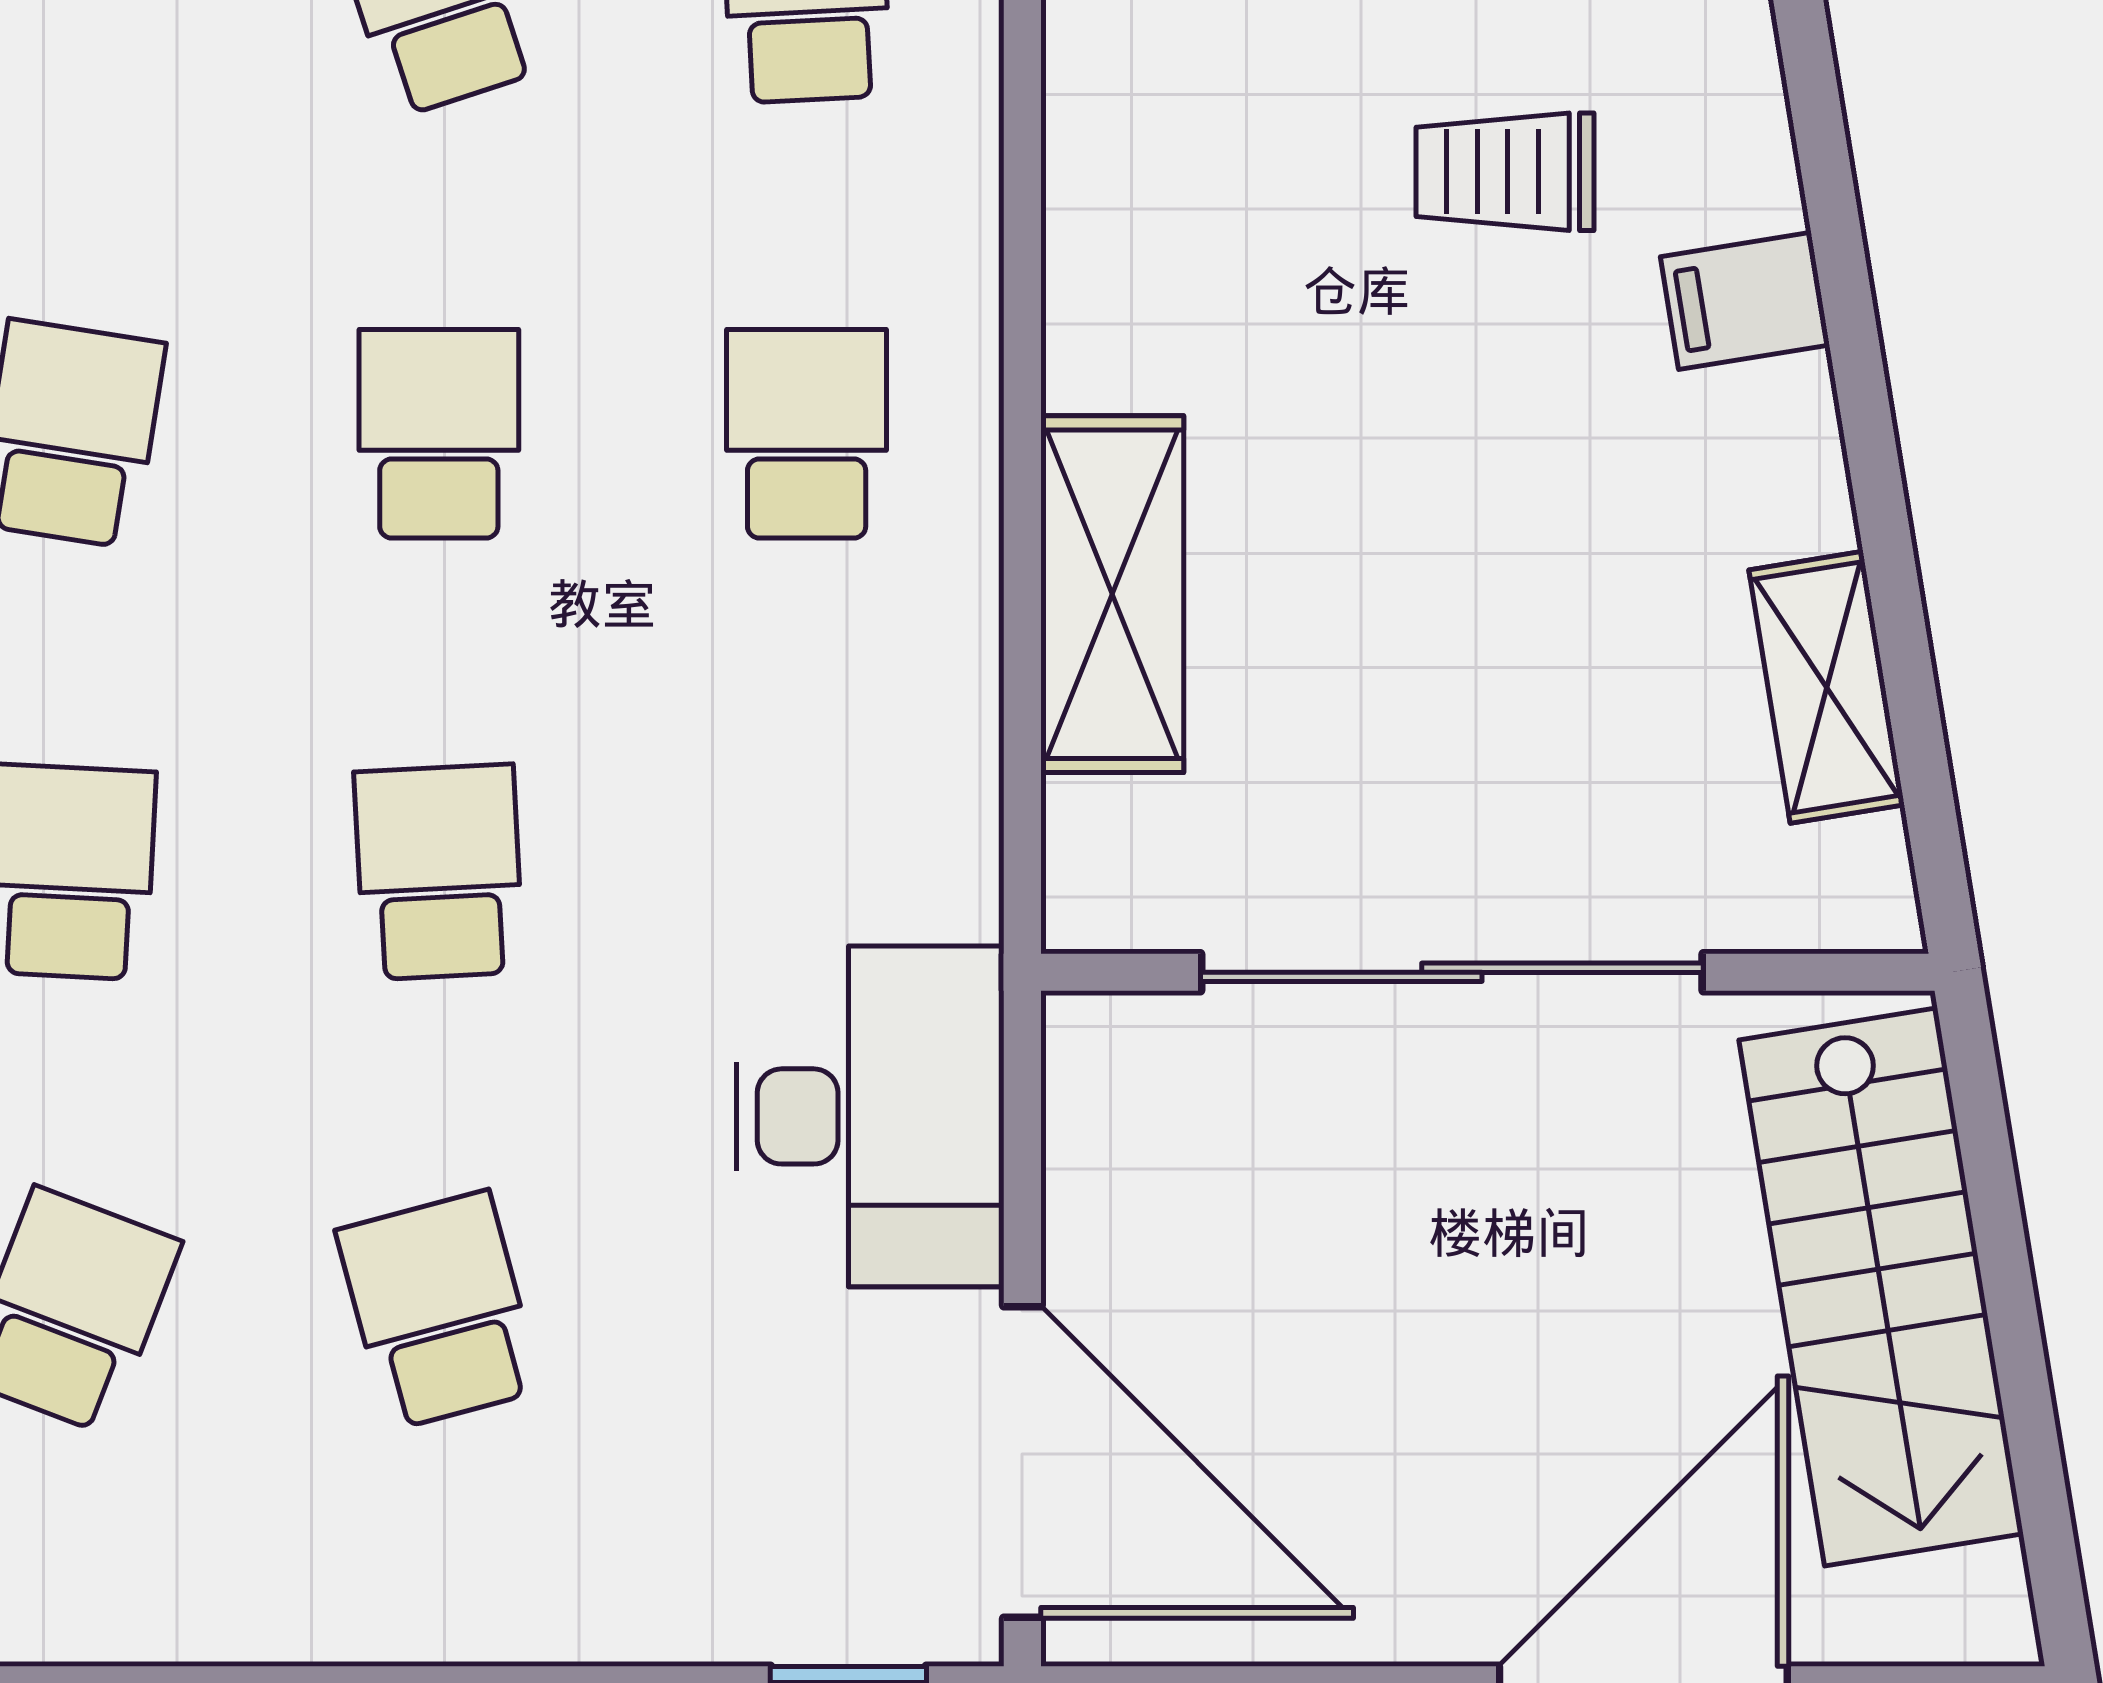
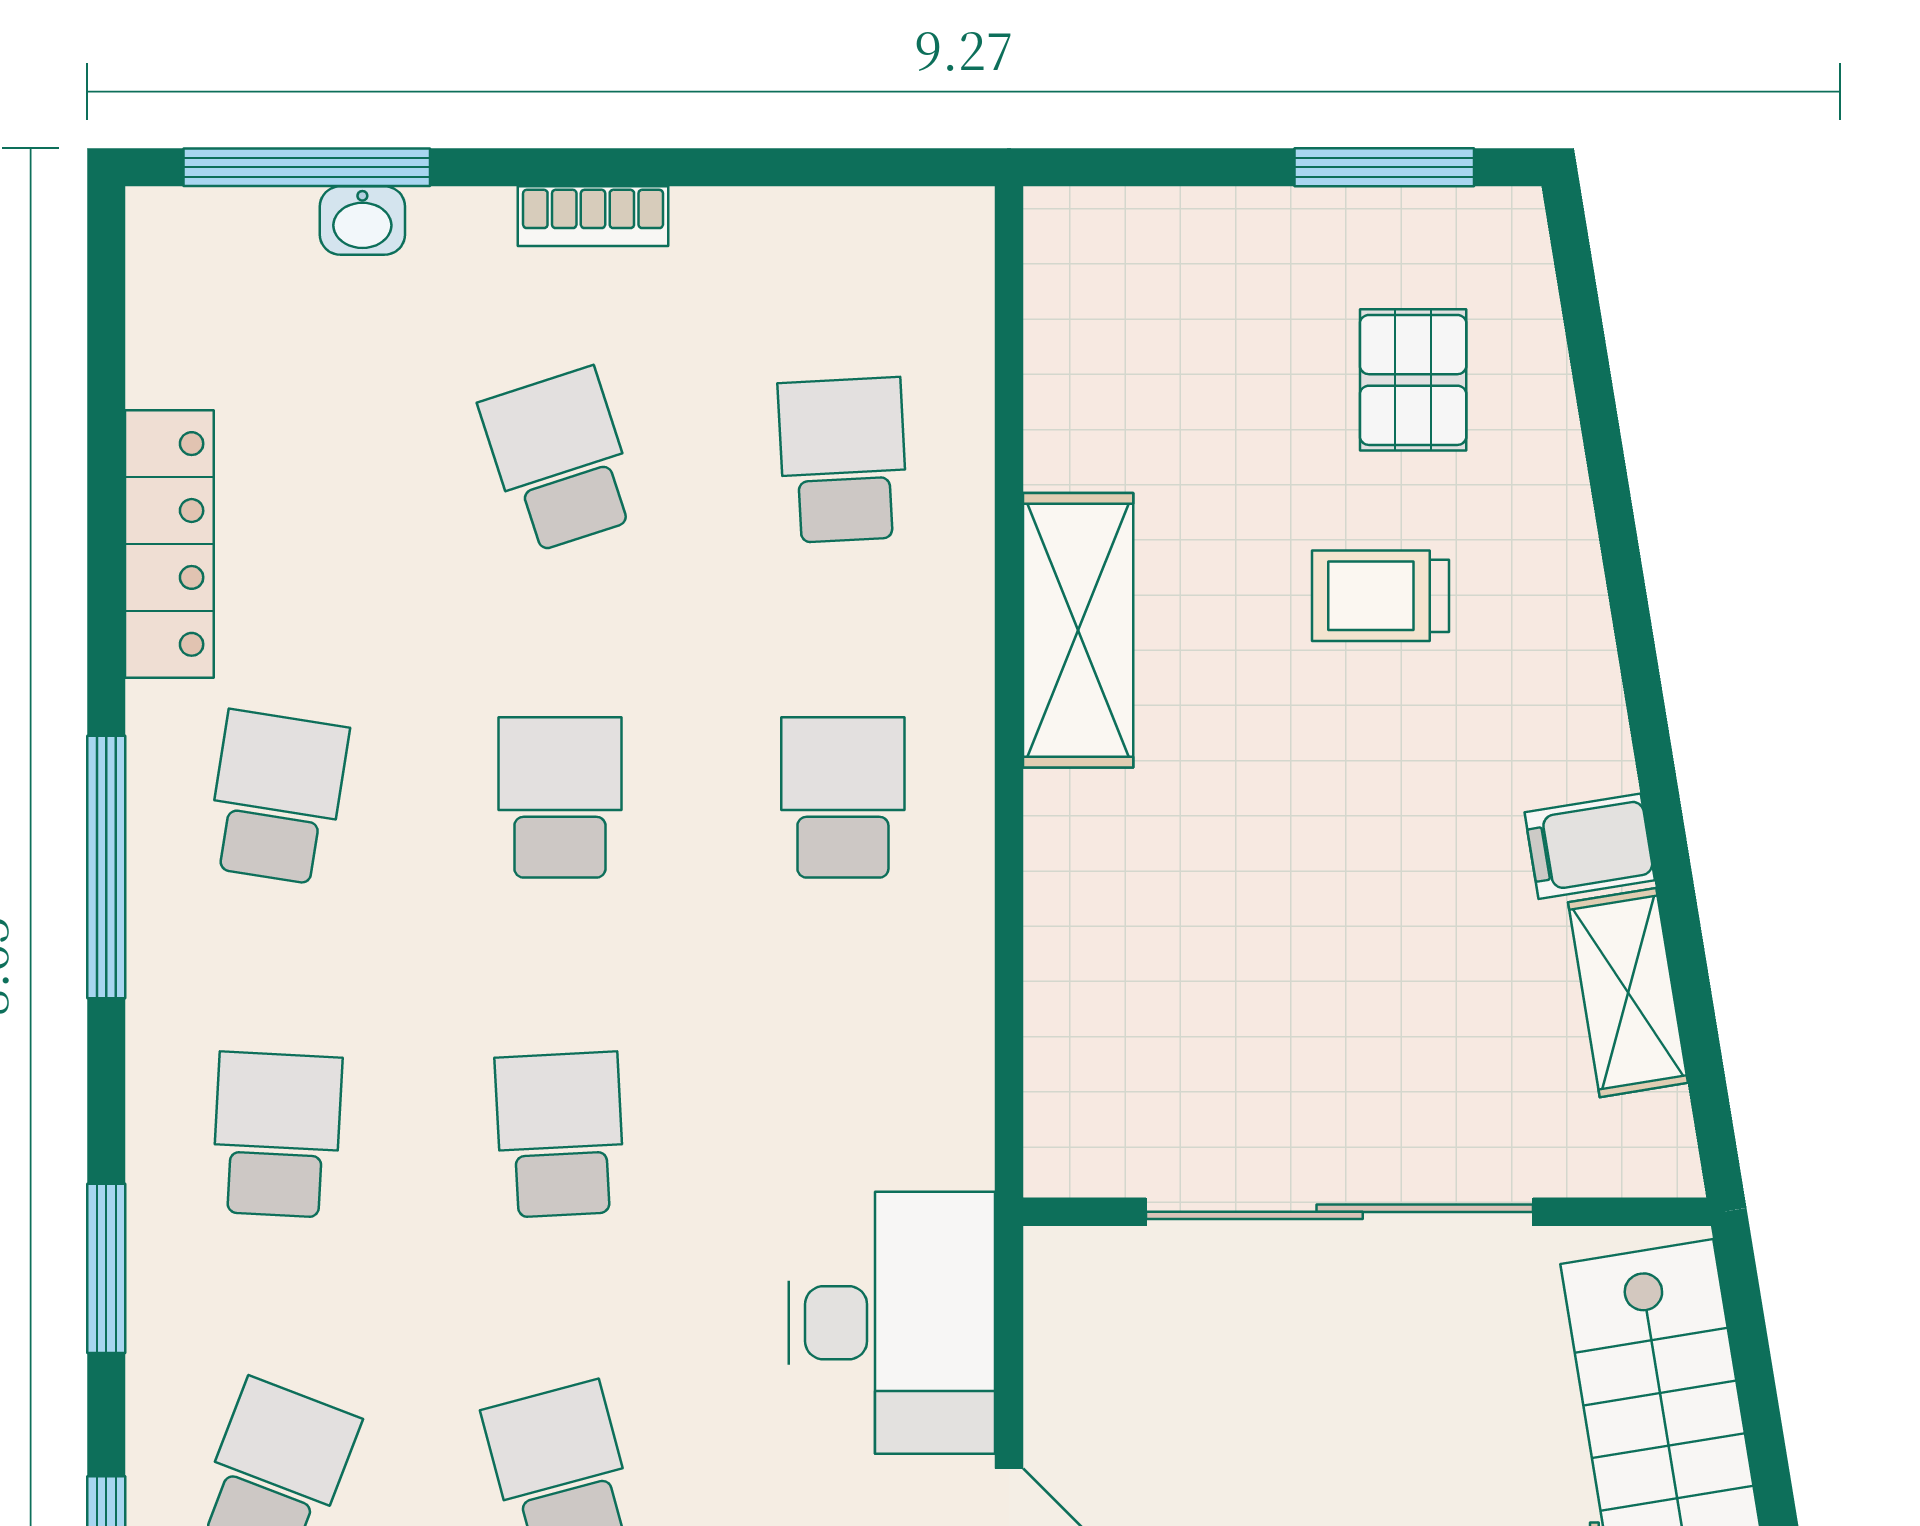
filing cabinet: (1745, 301) -> (1590, 846), moved
shelving: (1112, 594) -> (1078, 630), moved

